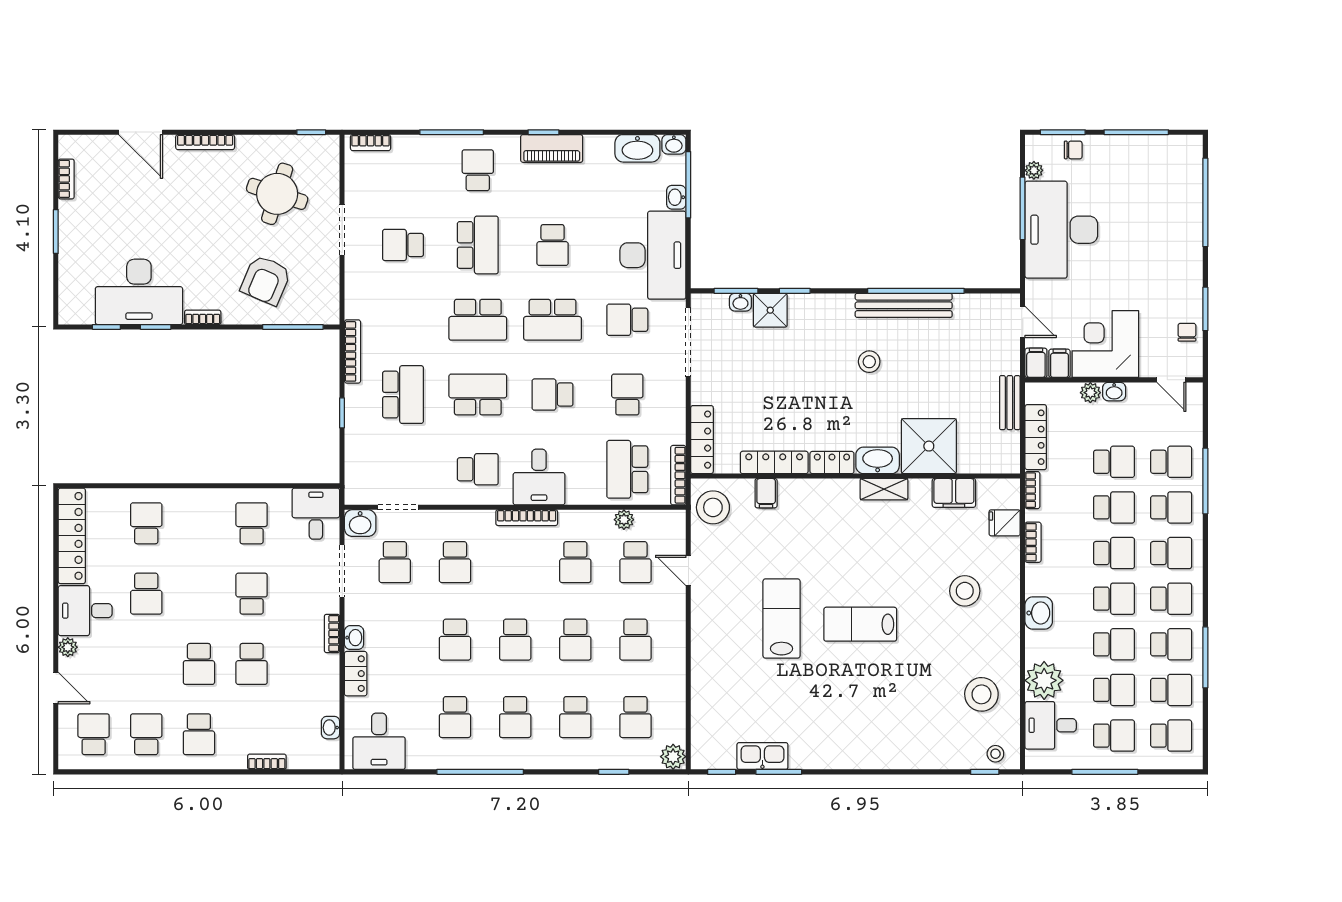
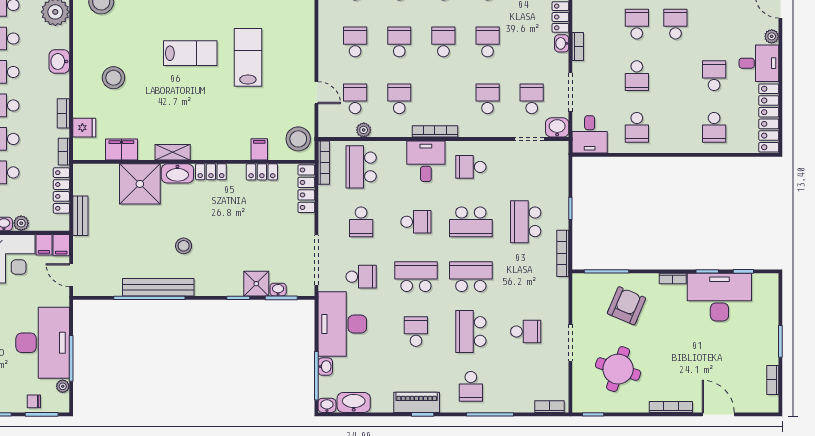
locker: (774, 462) -> (262, 172), width x0.66
school desk: (627, 469) -> (361, 167), turned 180
lab bench: (782, 618) -> (248, 57), turned 180

